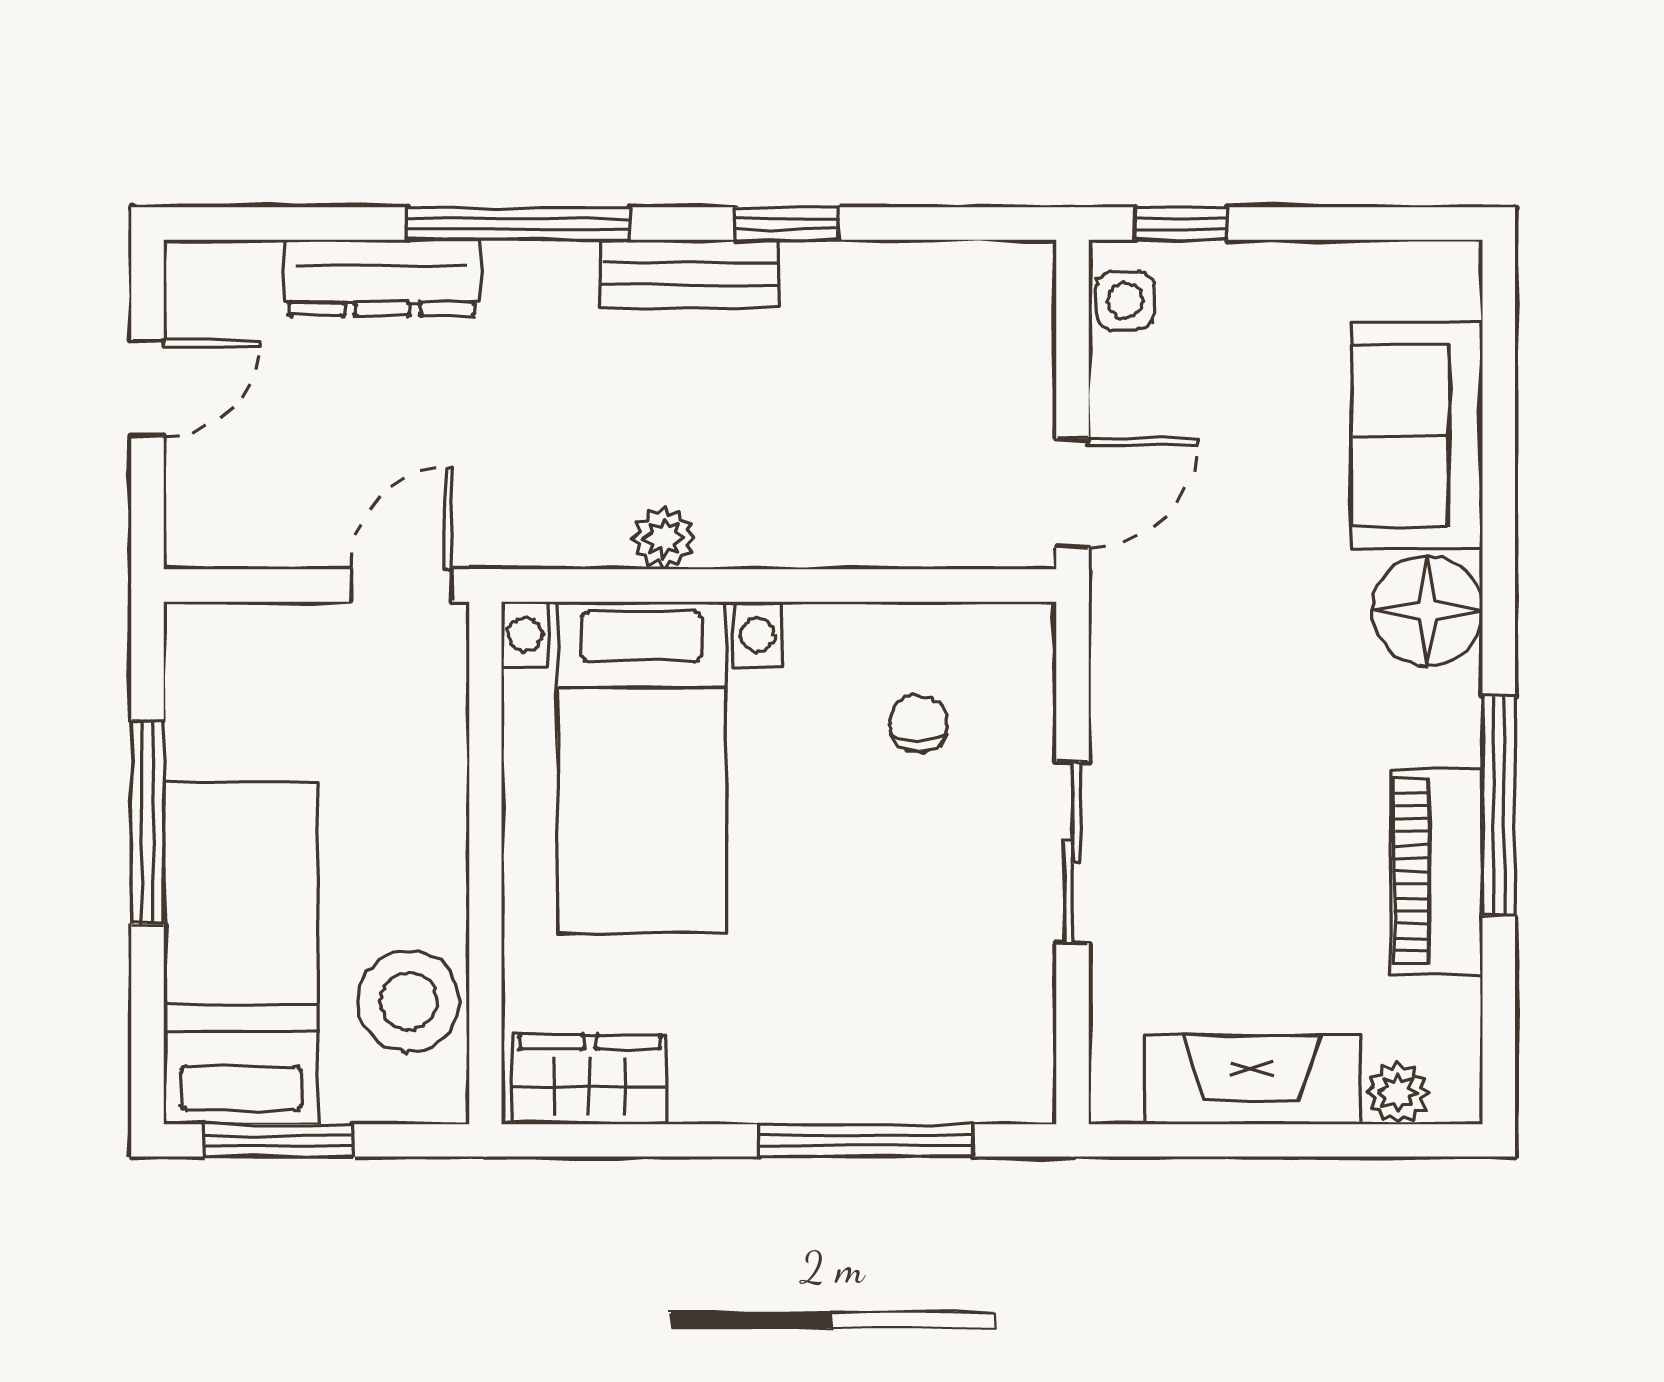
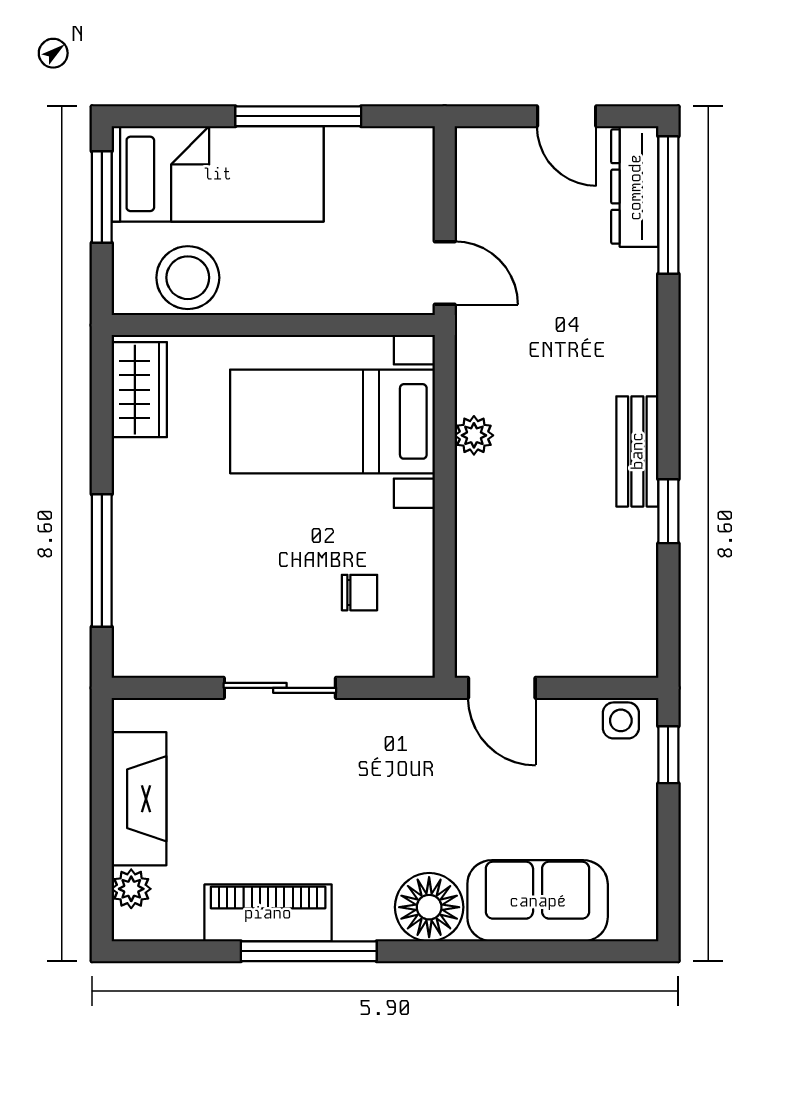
window: (518, 224) -> (668, 205), moved
dresser: (382, 278) -> (635, 187), moved

